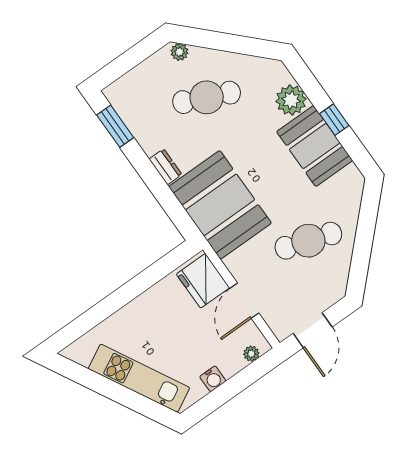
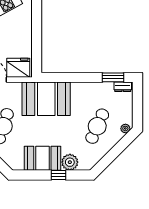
window: (334, 120) -> (59, 175), moved
dresser: (165, 167) -> (123, 87), moved

